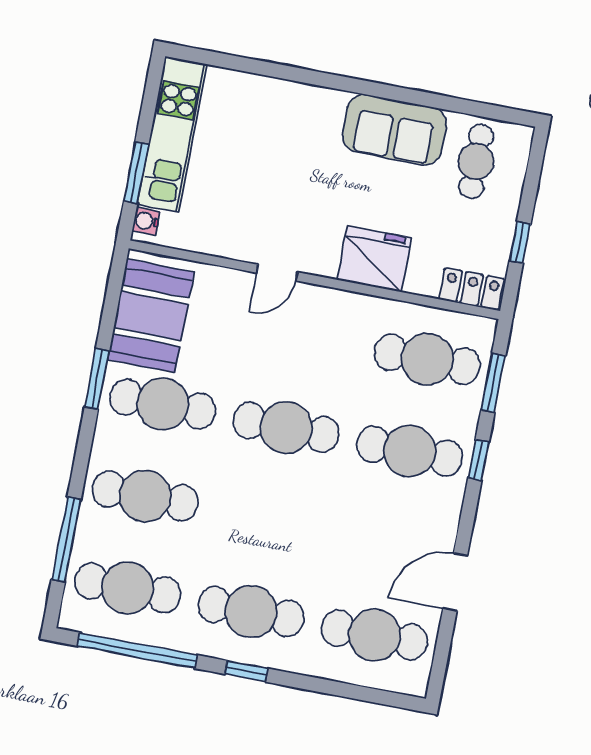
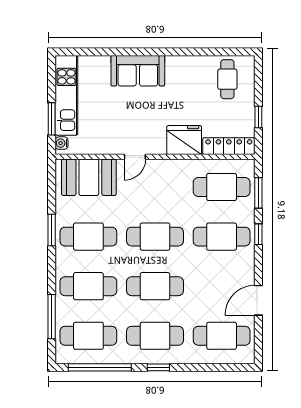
sofa: (395, 130) -> (138, 71), moved
locker: (472, 289) -> (229, 146), width x1.53
booth: (151, 316) -> (89, 177), moved, turned 90
cafe table: (269, 520) -> (155, 286), added

